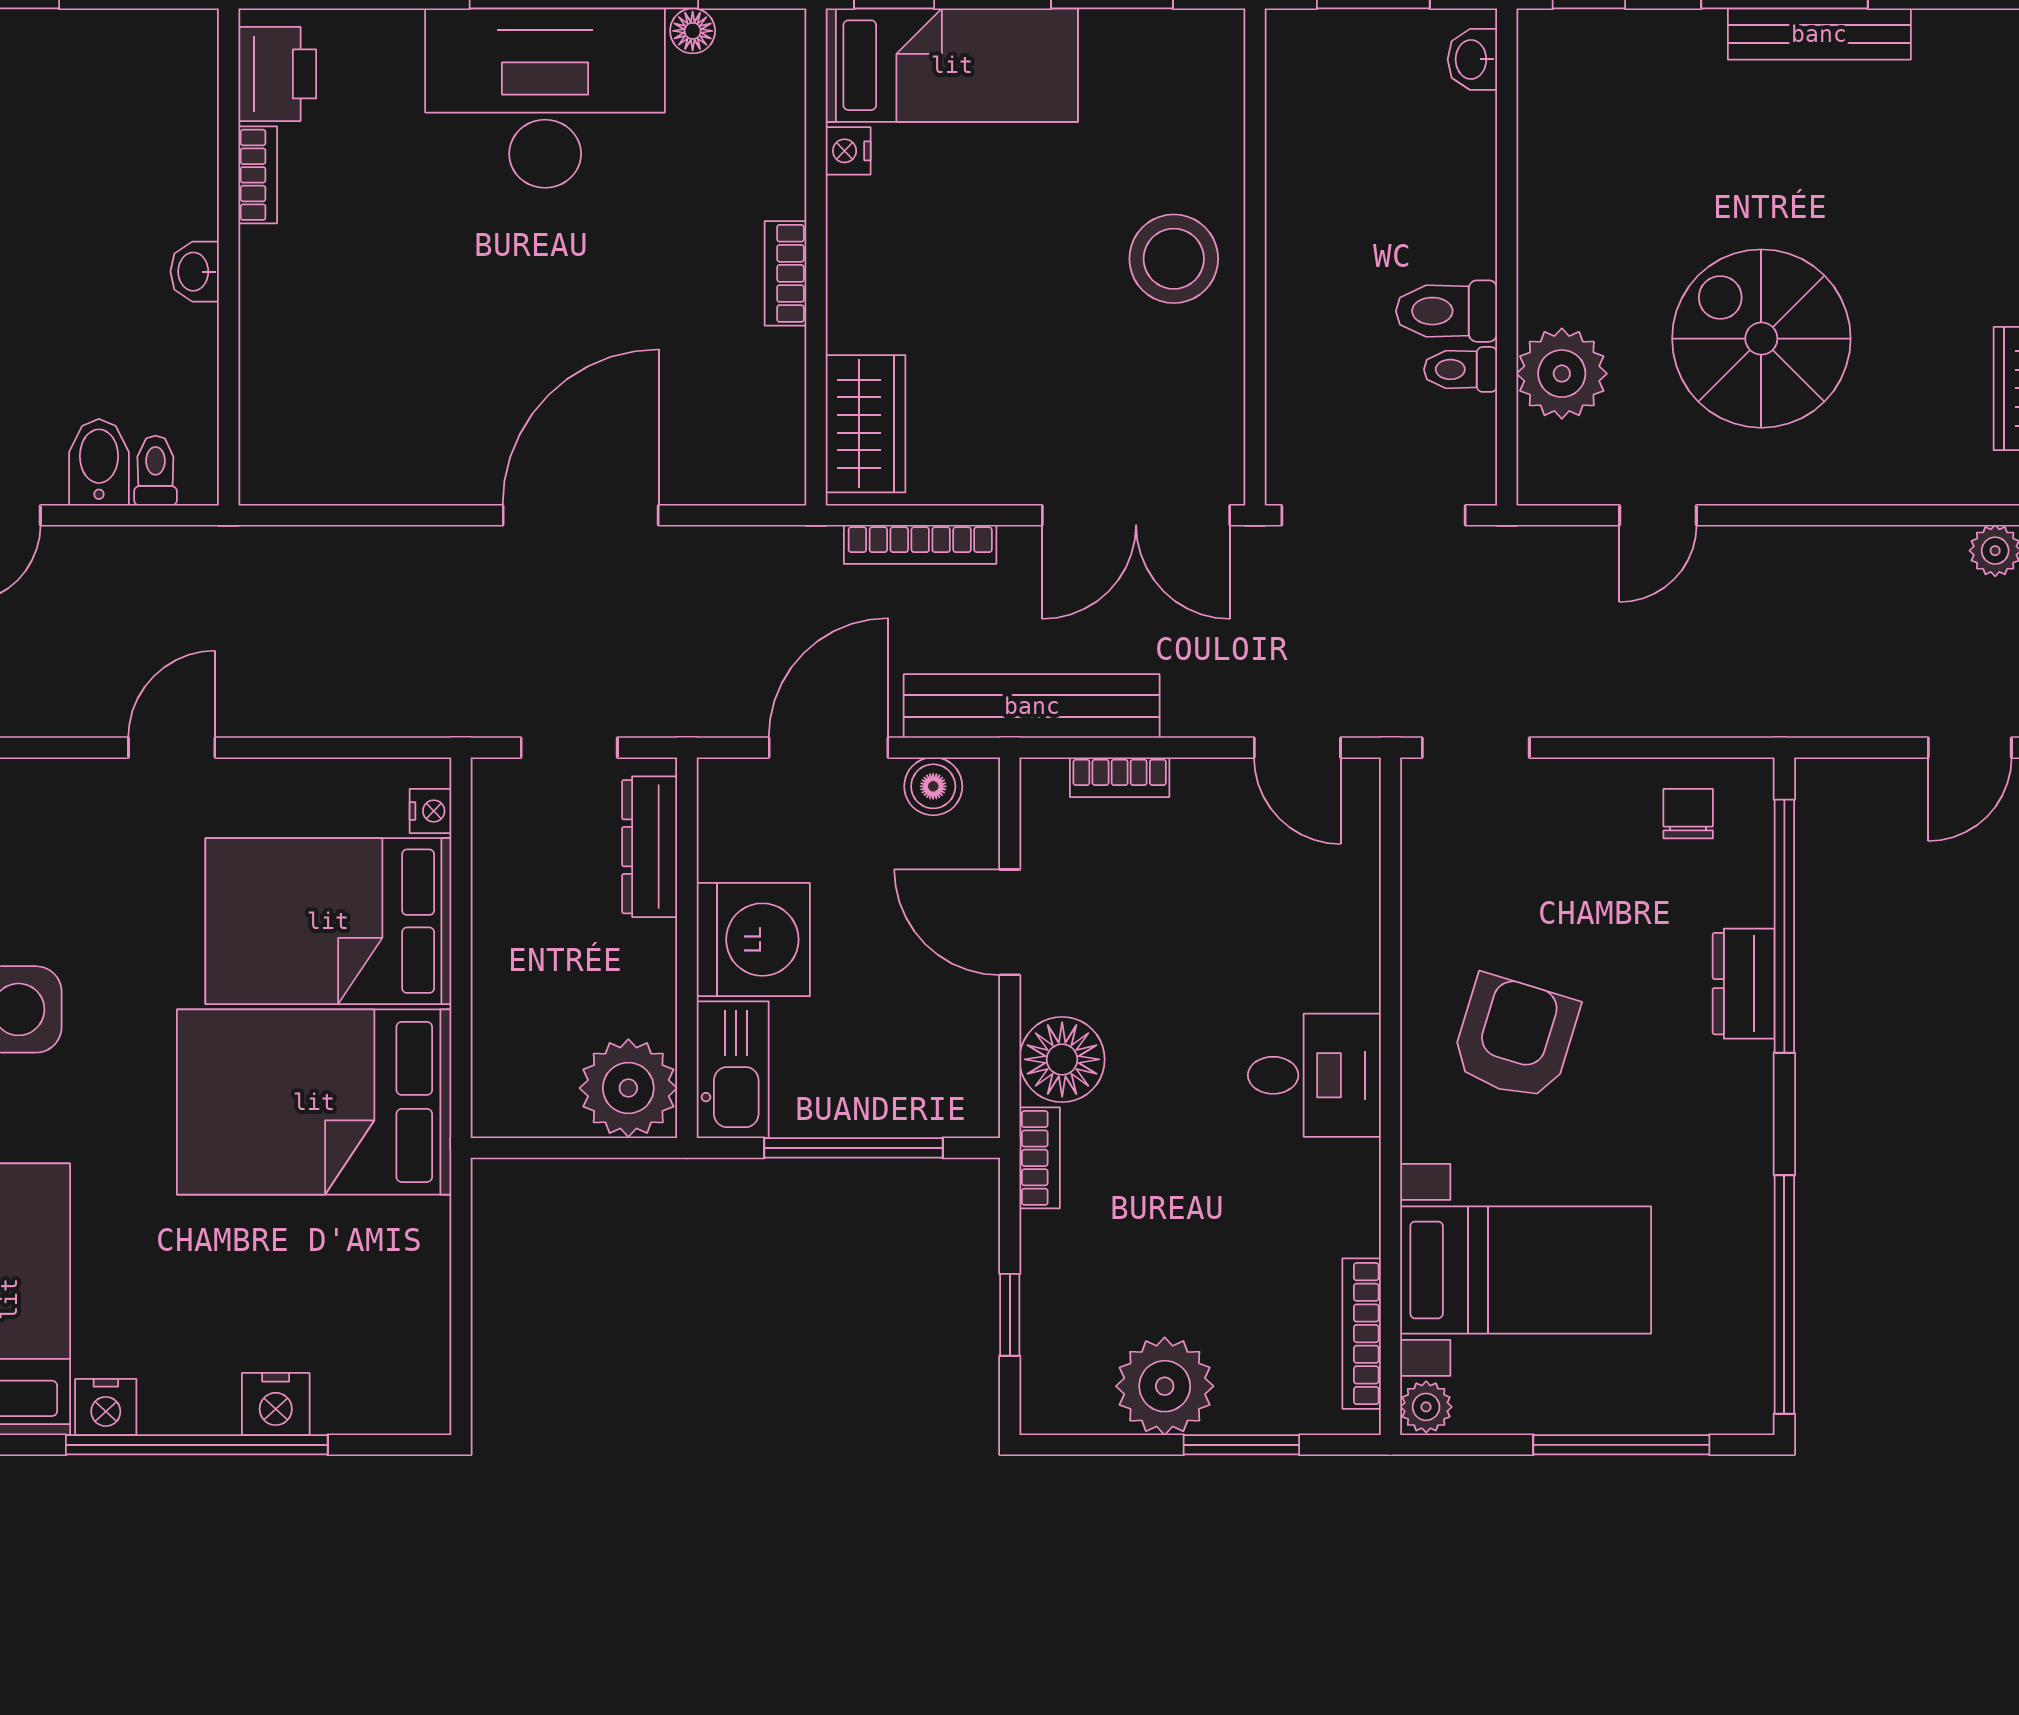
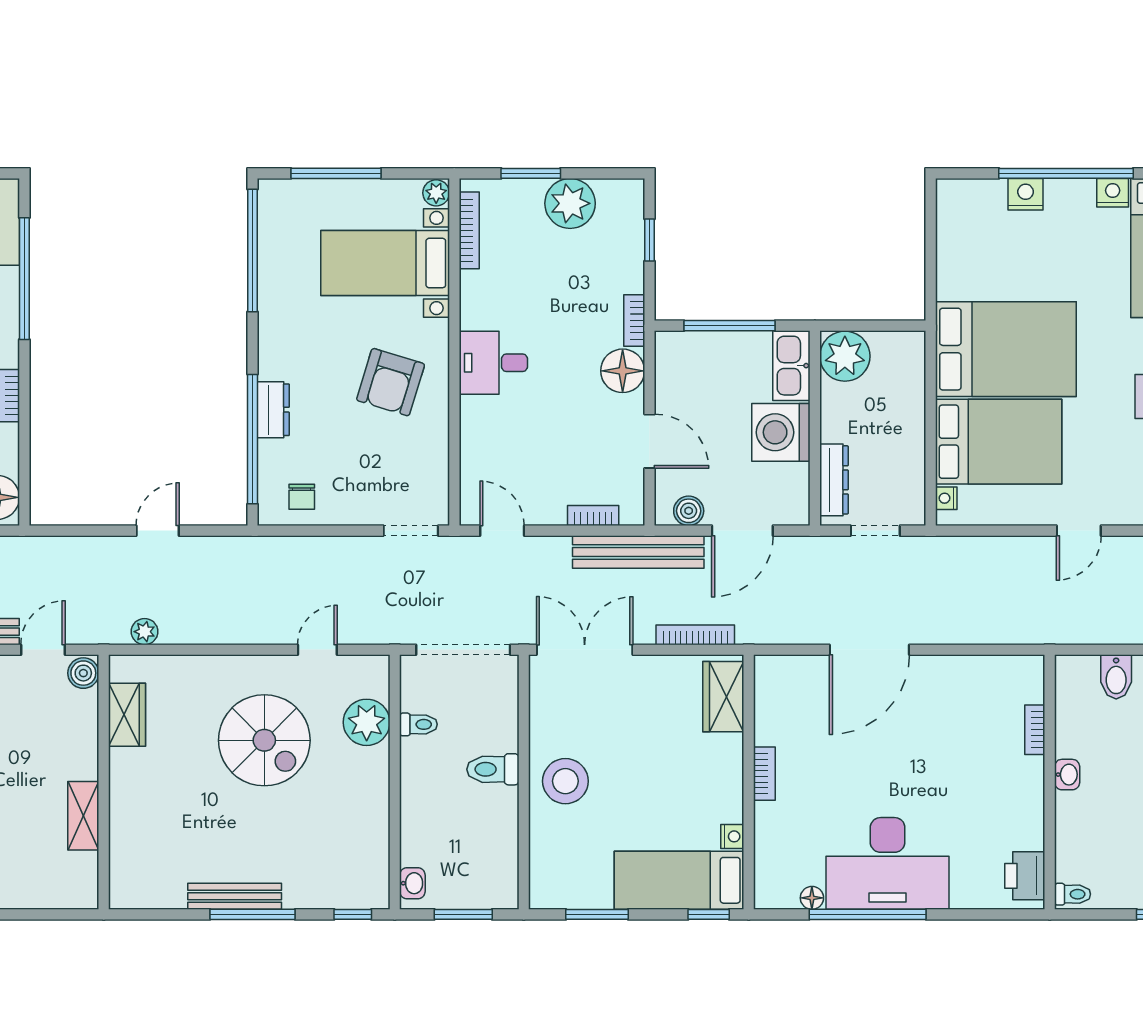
bookcase: (258, 175) -> (1035, 730), moved
toilet: (1446, 311) -> (493, 769), moved, turned 180
toilet: (155, 471) -> (1073, 894), moved, turned -90

